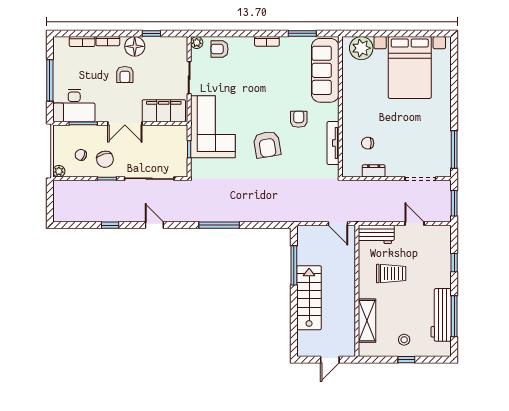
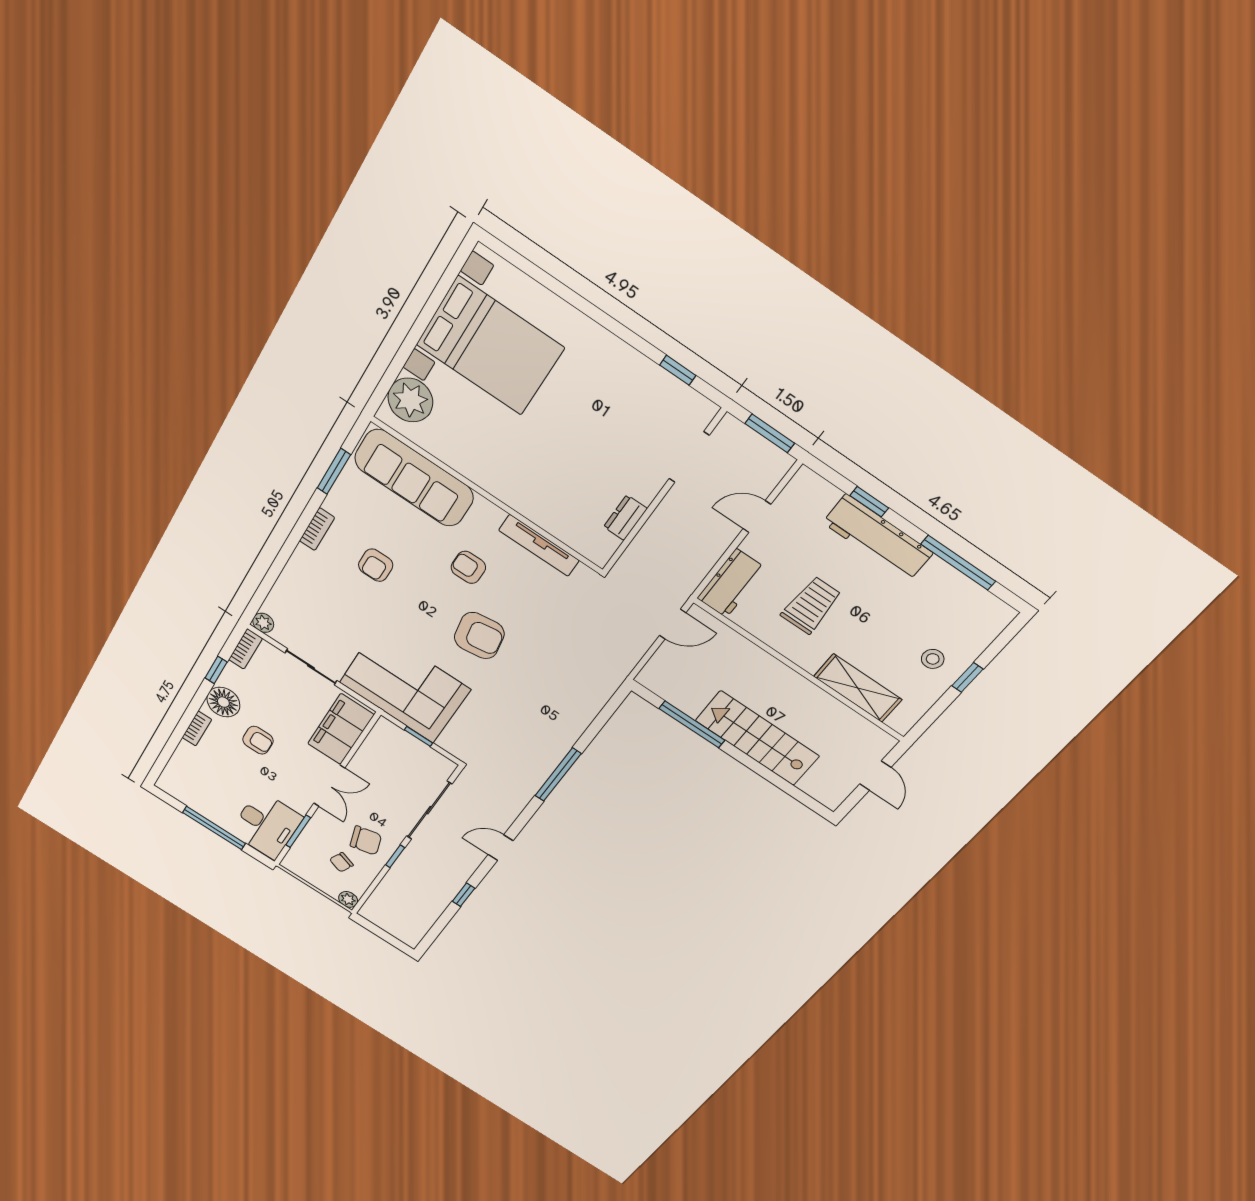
bookcase: (82, 42) -> (245, 649), moved
armchair: (219, 49) -> (376, 565), moved
chair: (368, 143) -> (574, 496), removed
window: (454, 149) -> (678, 370), width x0.46
workbench: (441, 315) -> (878, 538), moved

